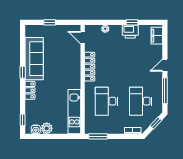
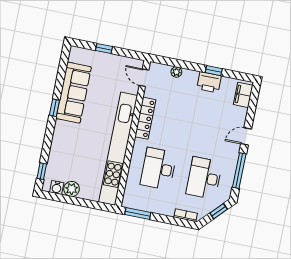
locker: (30, 90) -> (59, 134), removed
kitchen unit: (74, 112) -> (118, 149), width x1.86

